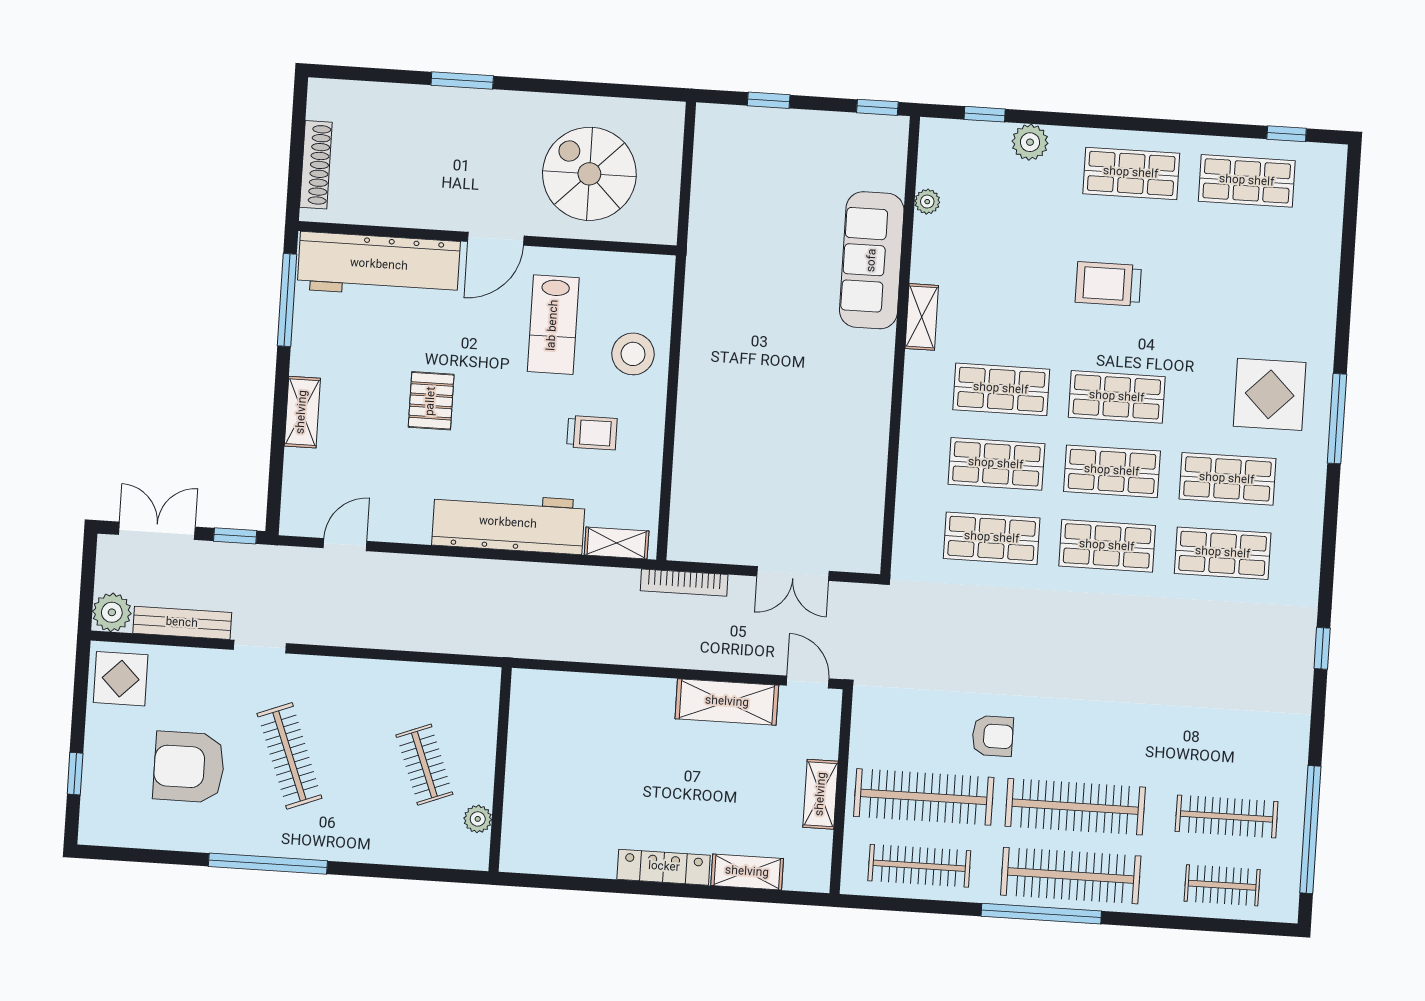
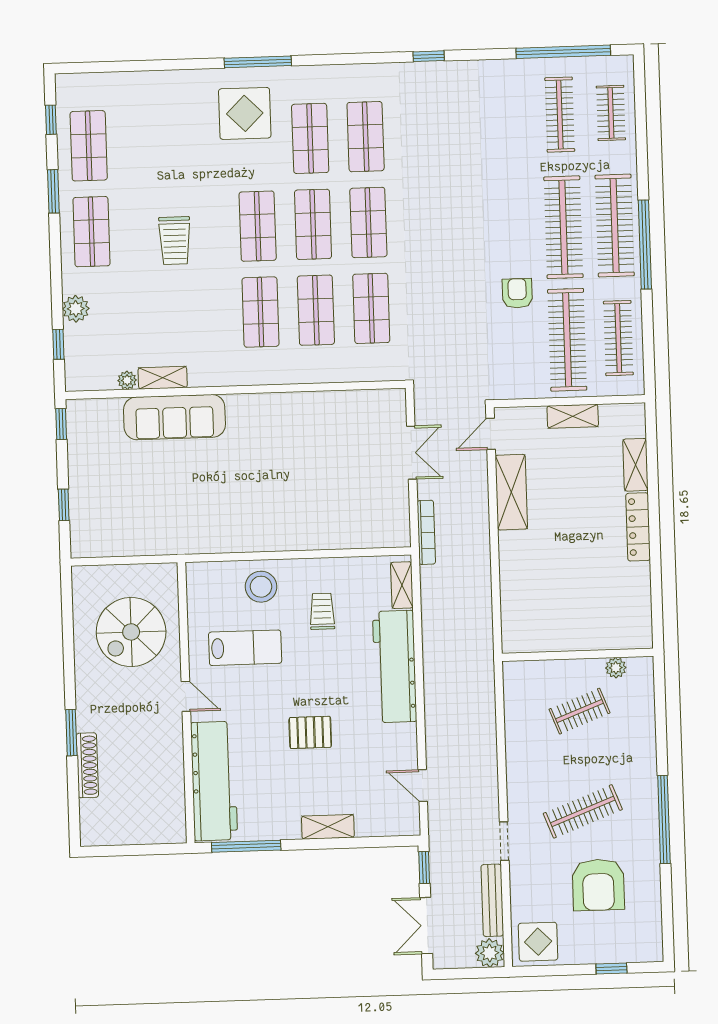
window: (1190, 128) -> (53, 191), added
shoe rack: (316, 165) -> (87, 765), moved, turned 90
door: (496, 239) -> (186, 696), width x0.73
shelving: (922, 317) -> (163, 378), moved

